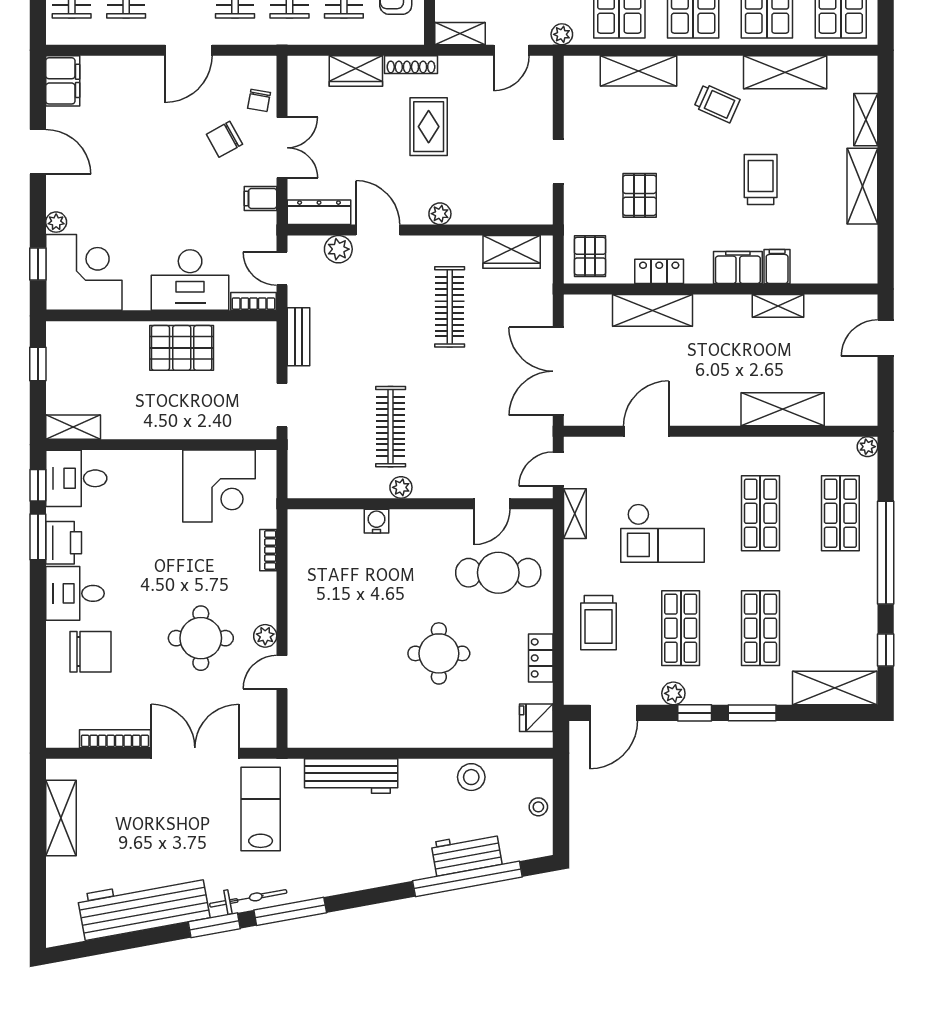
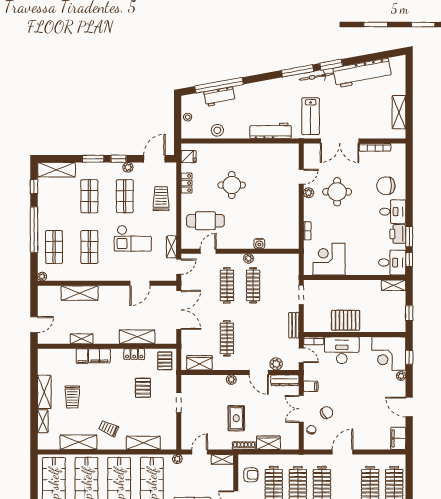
trolley: (761, 180) -> (72, 397), moved
clothes rail: (450, 427) -> (227, 285), added
checkout: (663, 533) -> (133, 238), turned 180

